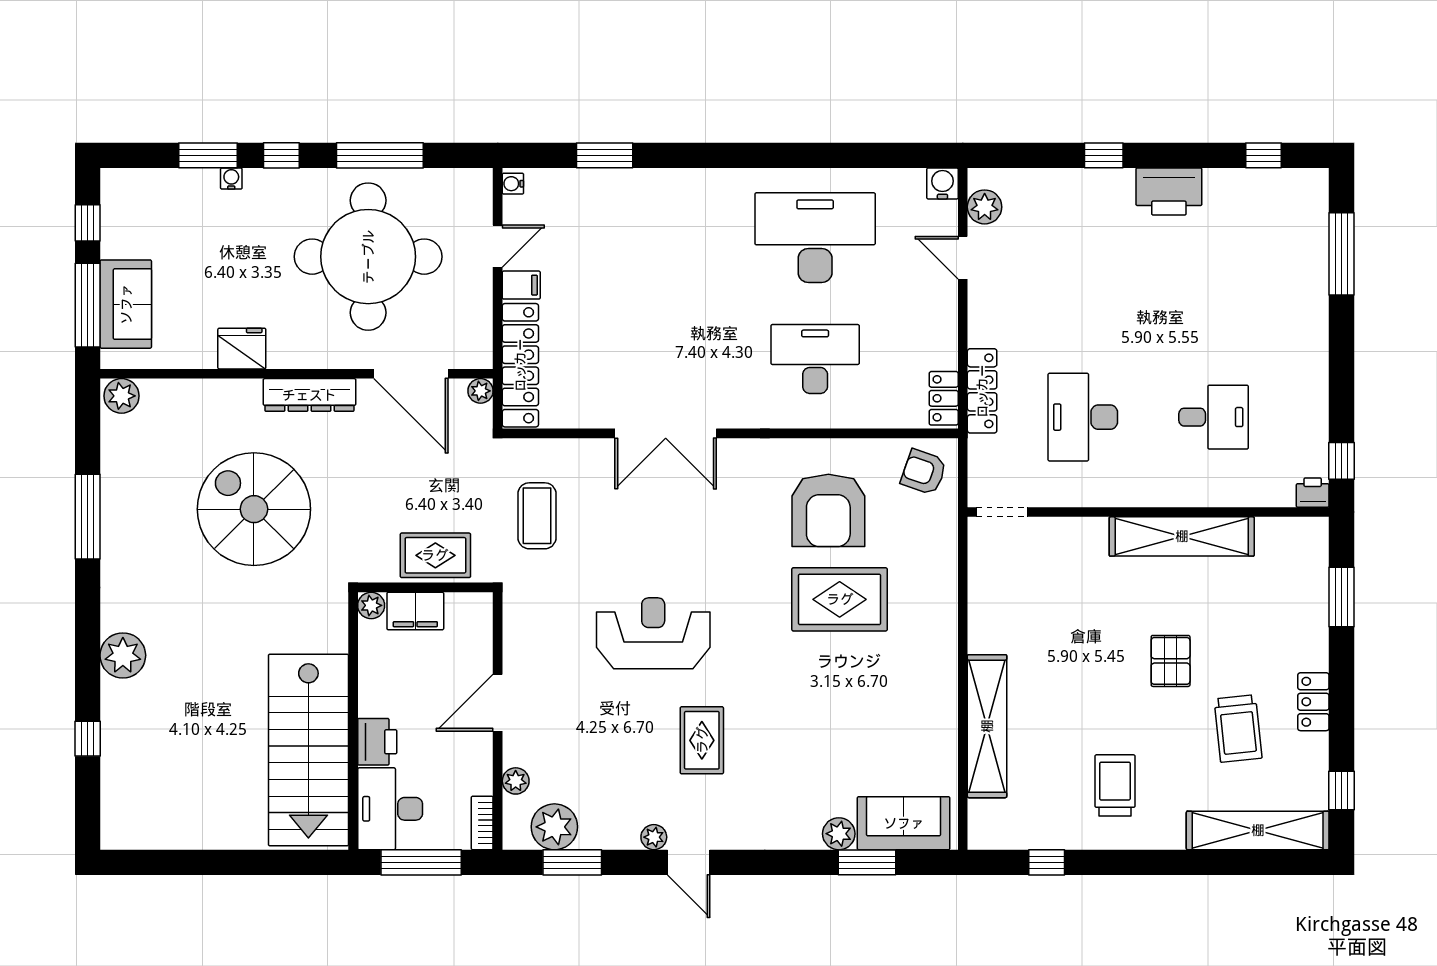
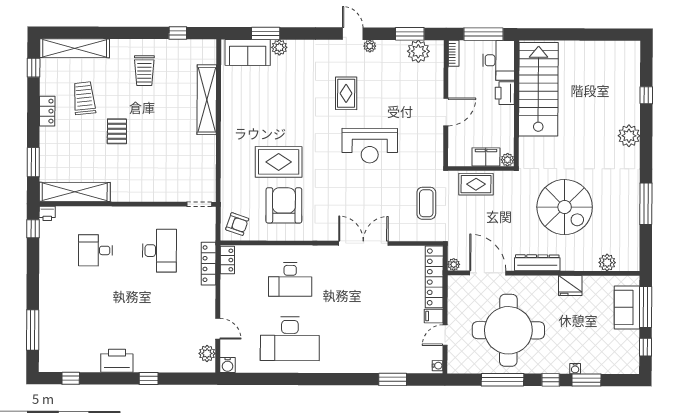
plant: (122, 396) -> (607, 263), moved
shelving: (1182, 536) -> (75, 192), moved
plant: (516, 781) -> (437, 74), removed

